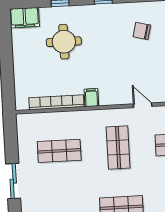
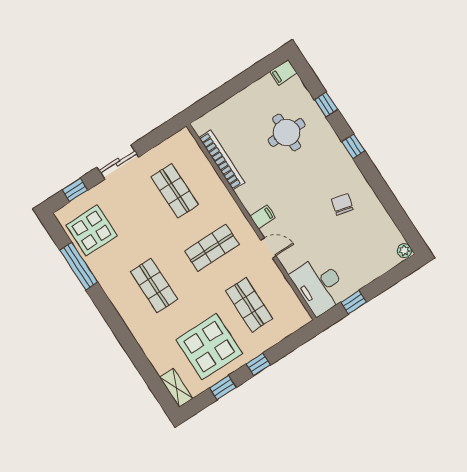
filing cabinet: (25, 18) -> (283, 72), width x0.50
filing cabinet: (91, 98) -> (263, 217), moved
door: (143, 105) -> (268, 248), hinge flipped

